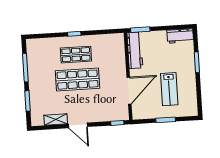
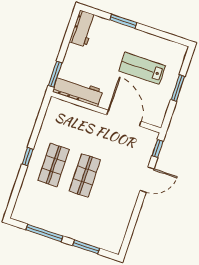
shop shelf: (77, 80) -> (85, 175), width x0.70, depth x0.74
lab bench: (169, 89) -> (142, 68), turned 180
shelving: (56, 119) -> (123, 222), removed
door: (78, 125) -> (147, 180), moved

